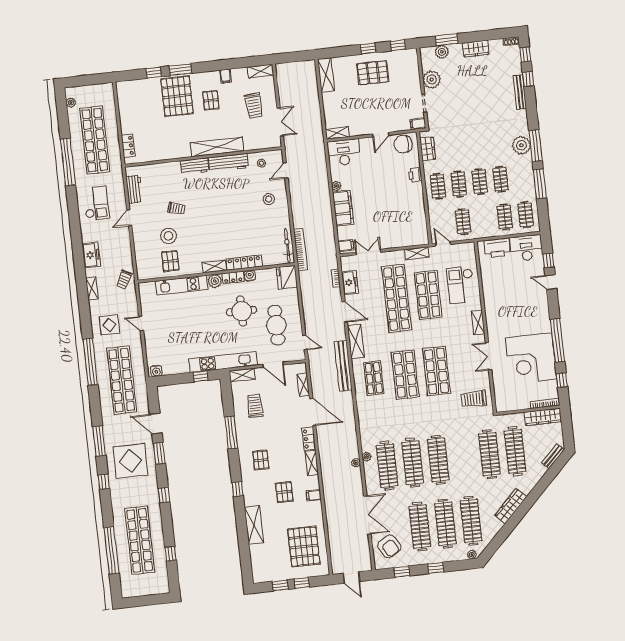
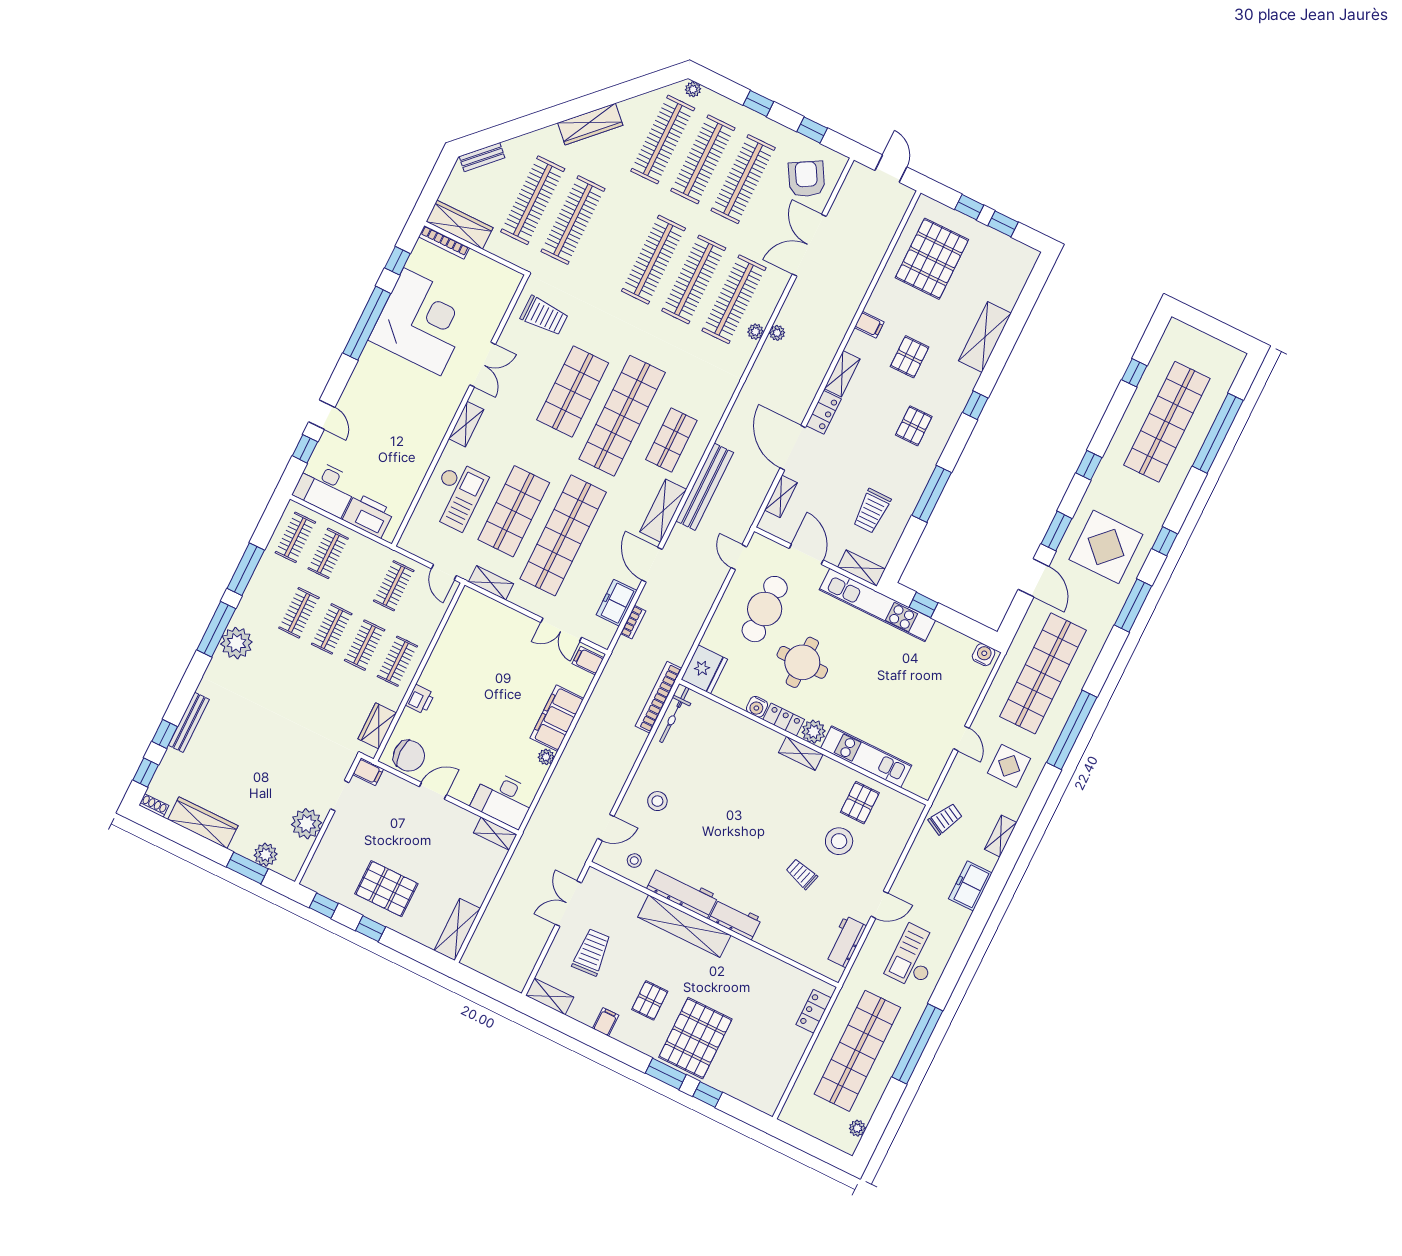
wardrobe: (476, 49) -> (203, 823), width x1.50
locker: (244, 263) -> (753, 731), removed
shop shelf: (405, 375) -> (622, 416), width x1.40

